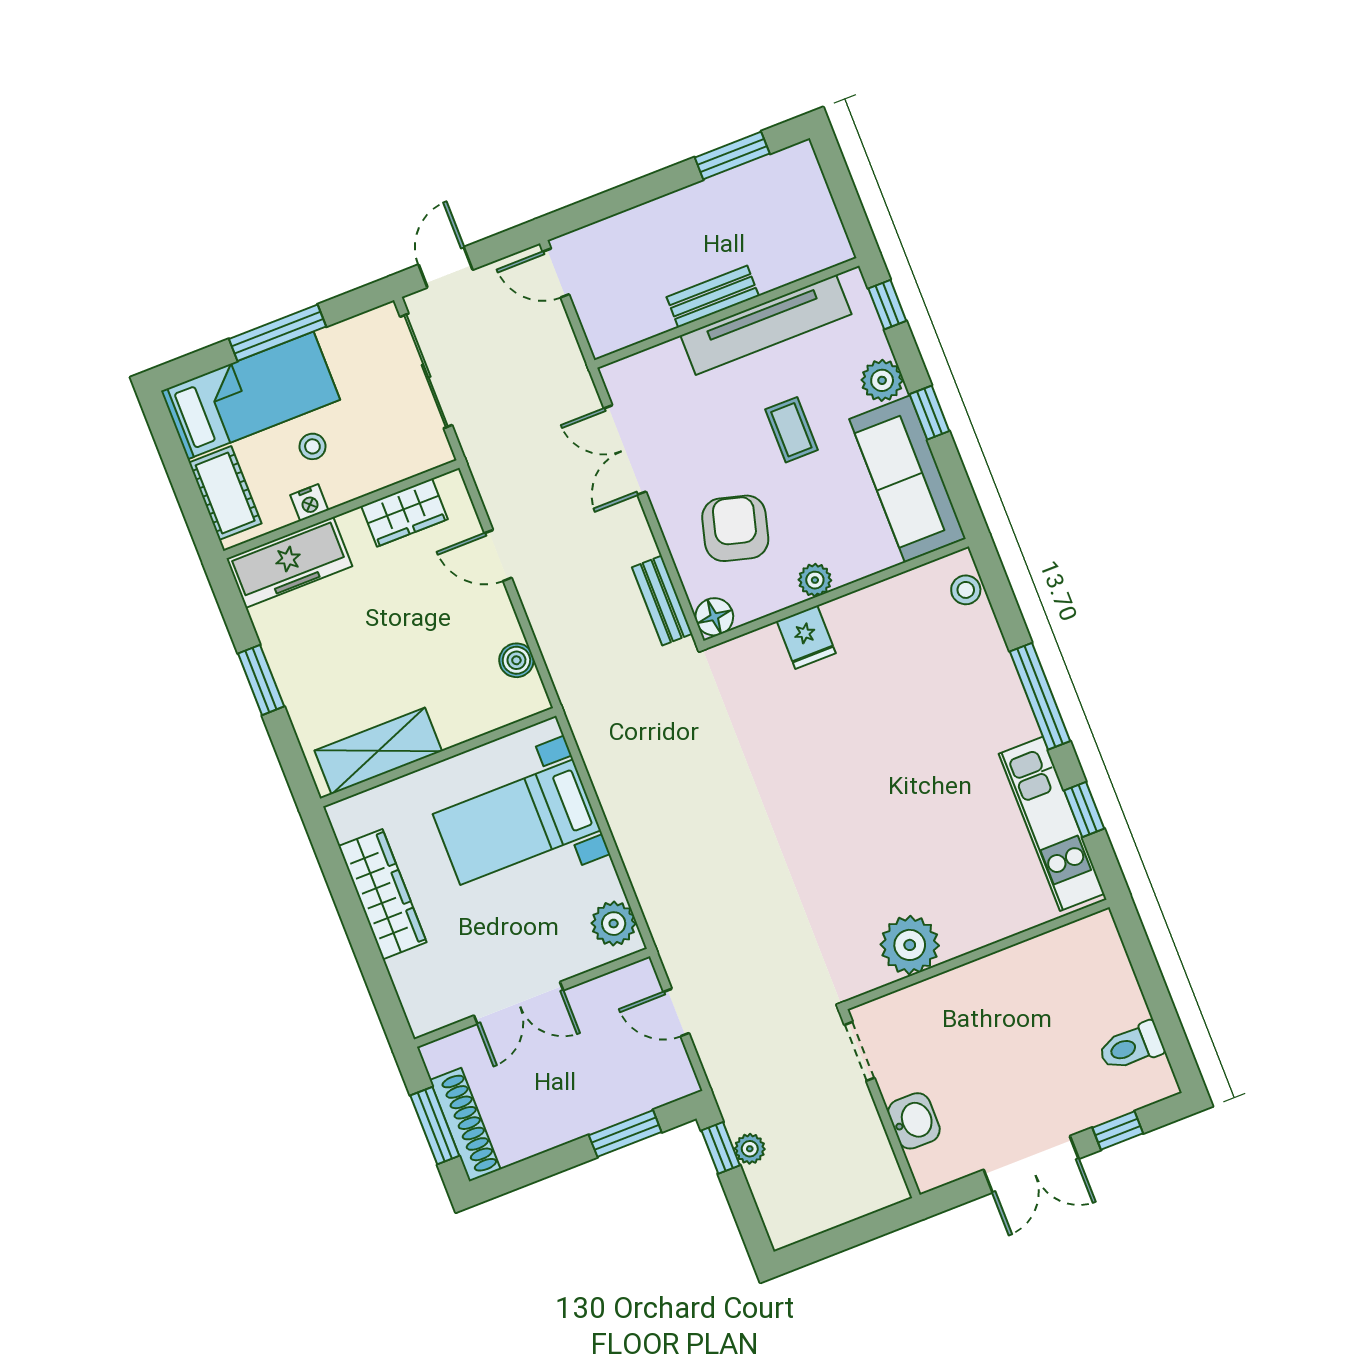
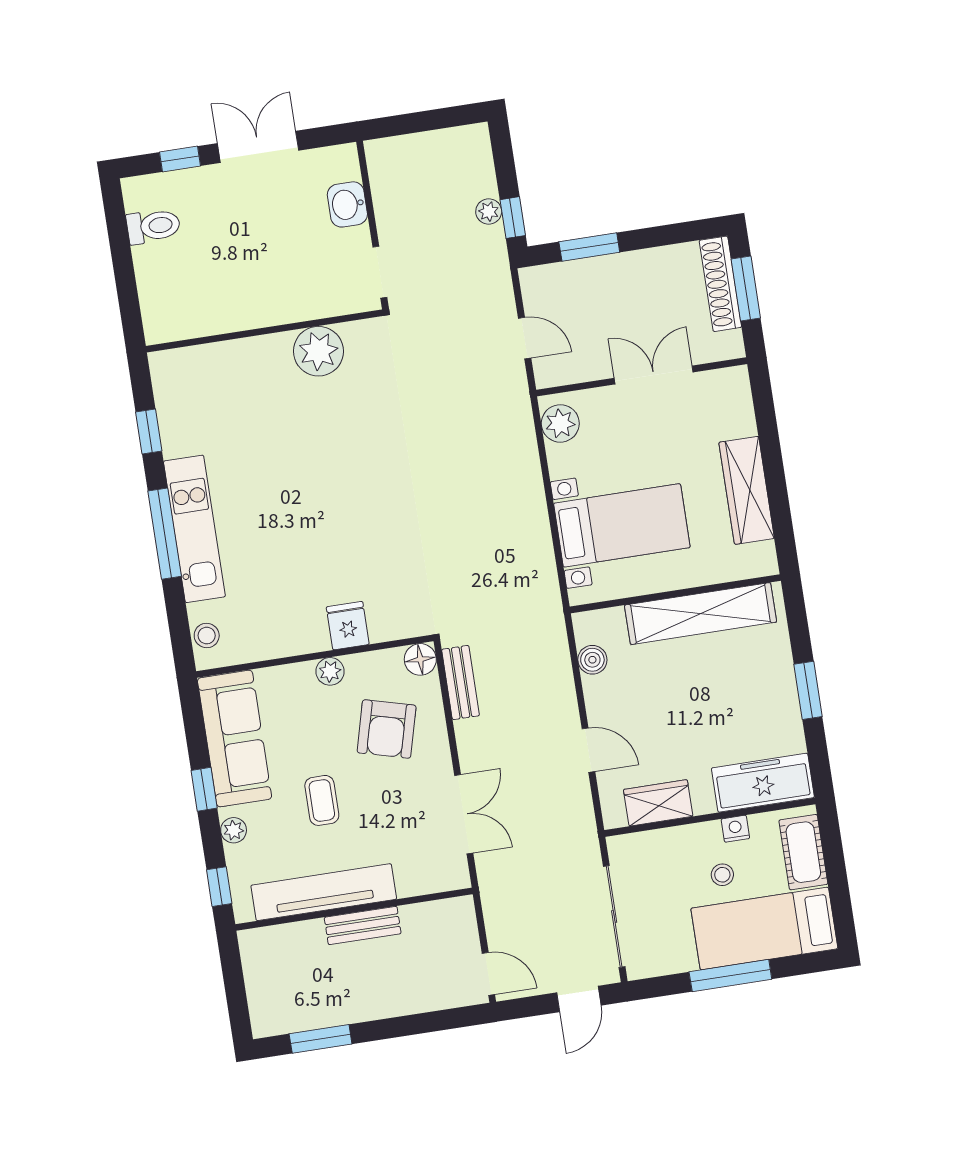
plant: (882, 380) -> (234, 830), width x0.73, depth x0.73
shelving: (378, 751) -> (701, 614), width x1.47
kitchen unit: (1052, 824) -> (194, 529), moved

